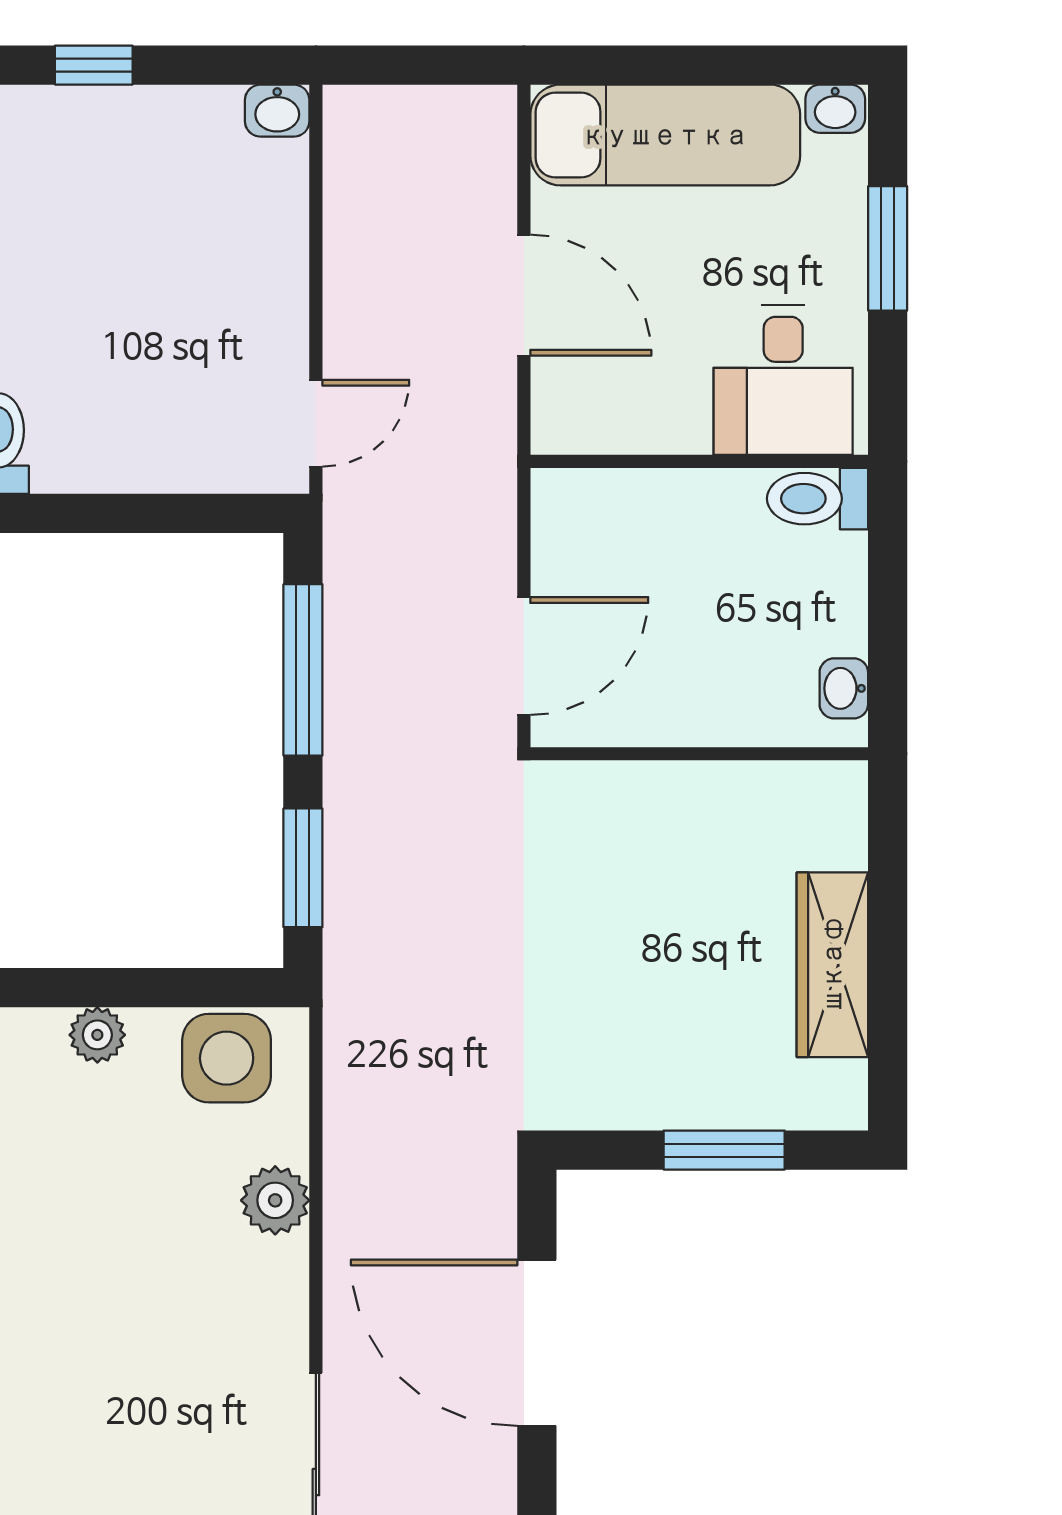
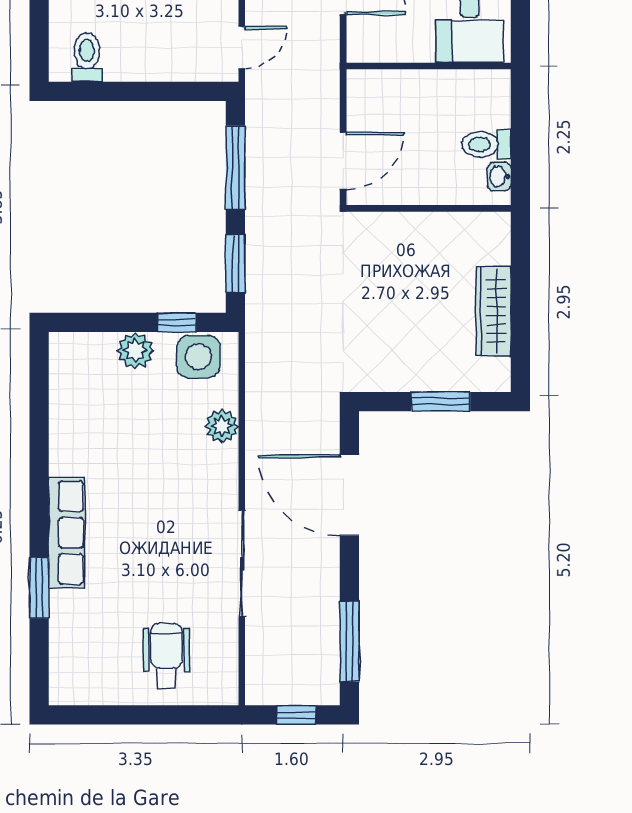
toilet: (818, 499) -> (486, 144), moved
window: (183, 988) -> (177, 322), added
plant: (97, 1035) -> (135, 351), width x1.38, depth x1.38

